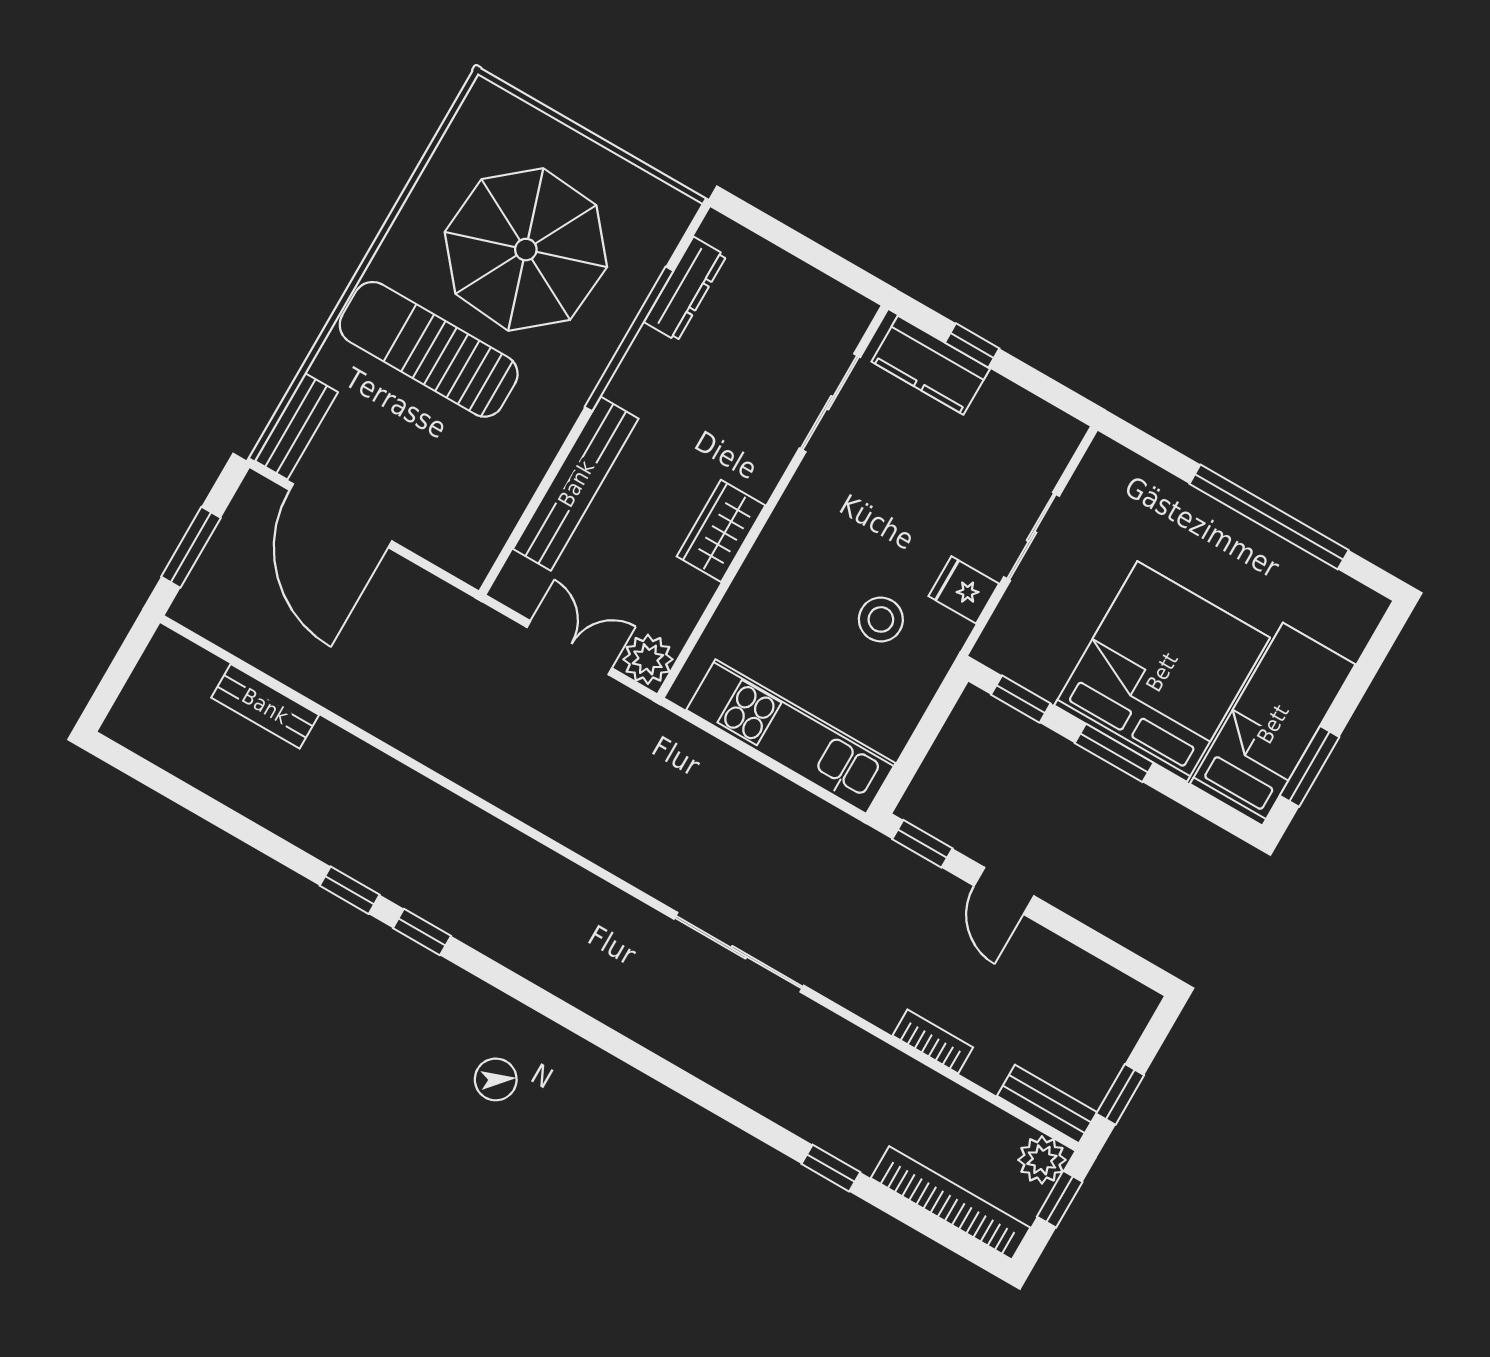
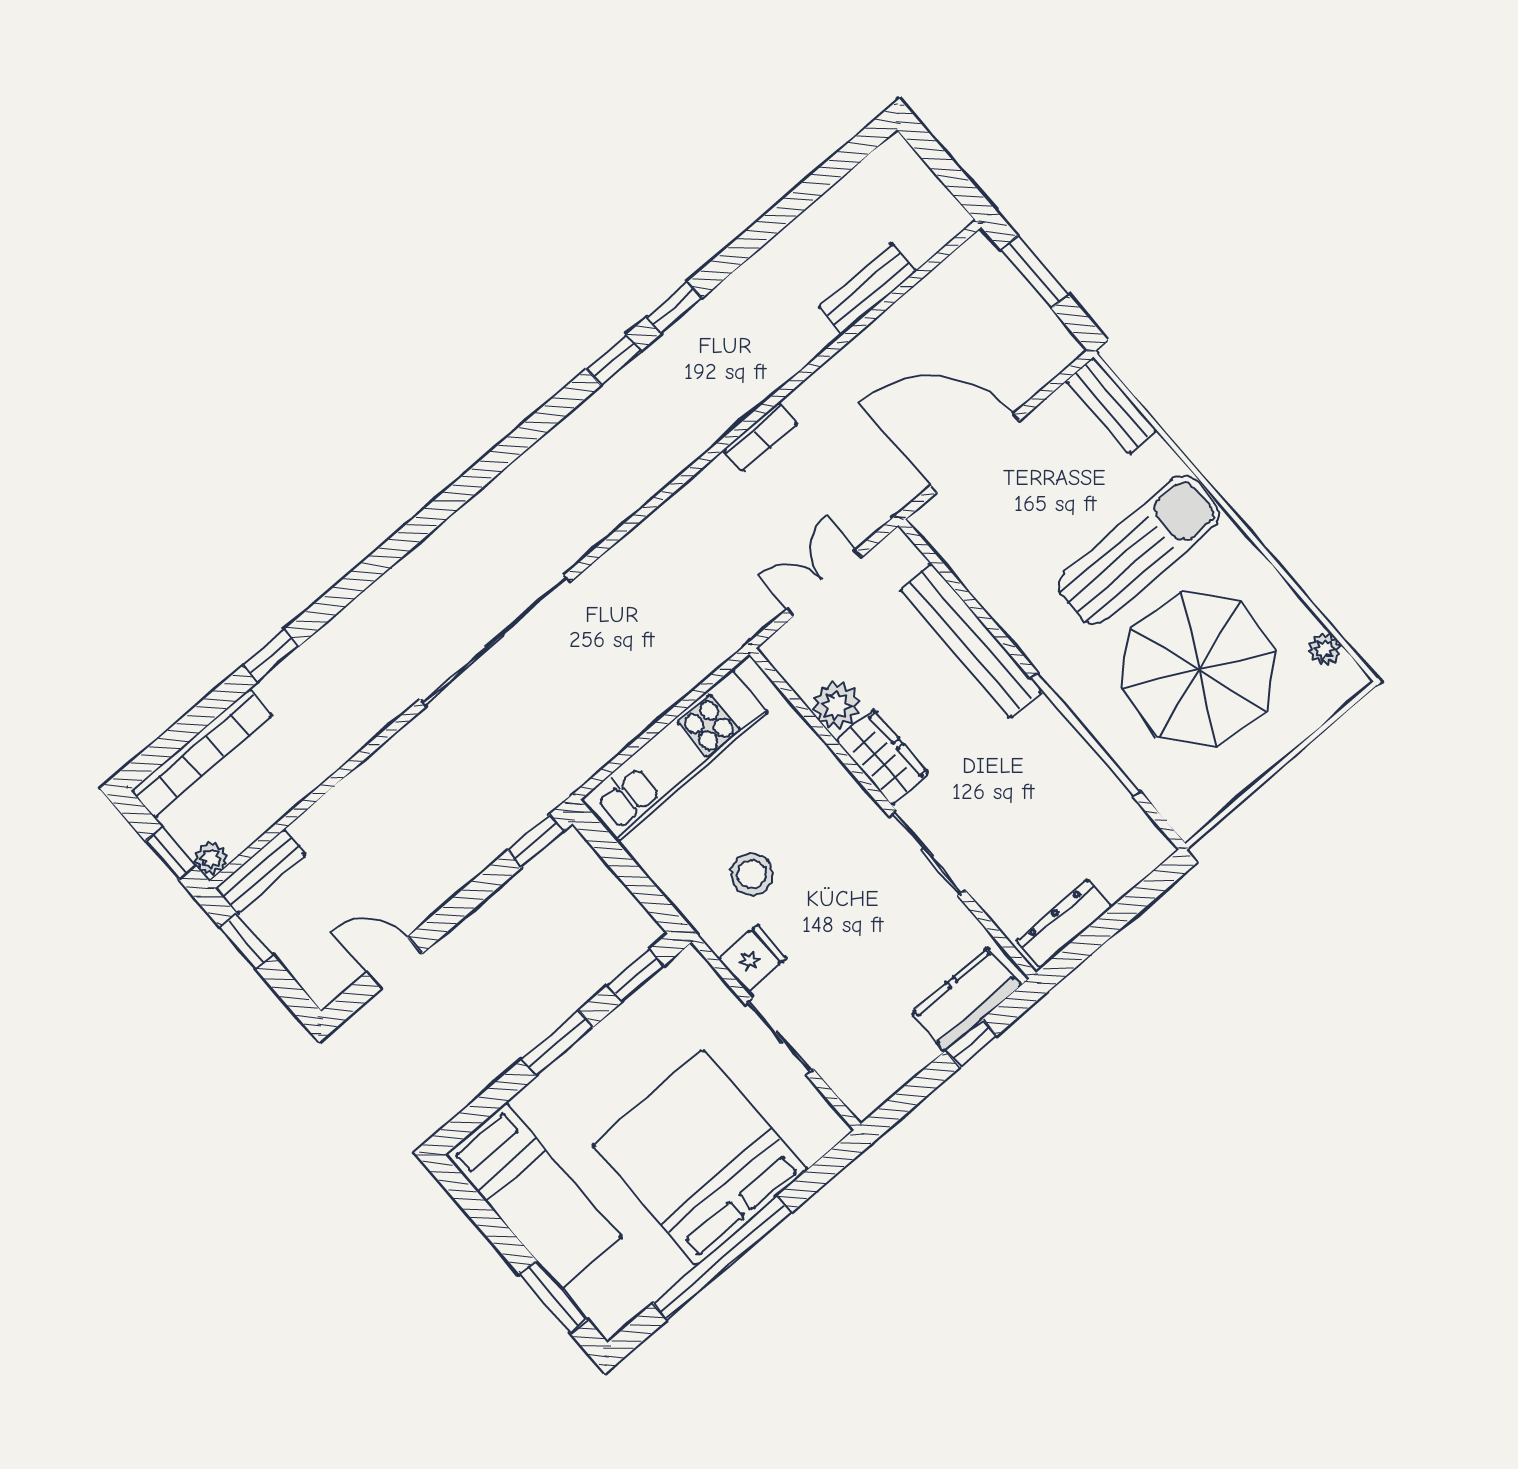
plant: (463, 133) -> (1325, 649), added
dresser: (685, 289) -> (1064, 924), moved, turned 90
sliding door: (830, 403) -> (927, 853), moved
door: (341, 516) -> (975, 453), moved
double door: (569, 648) -> (824, 583), swing flipped
plant: (648, 659) -> (836, 705), moved
bed: (1162, 672) -> (700, 1158), moved, turned 180
window: (1310, 766) -> (553, 1297), moved
door: (1004, 891) -> (394, 963), moved
sliding door: (739, 952) -> (495, 641), width x1.36
bookcase: (933, 1041) -> (760, 437), moved
plant: (1042, 1160) -> (211, 858), width x0.73, depth x0.73

